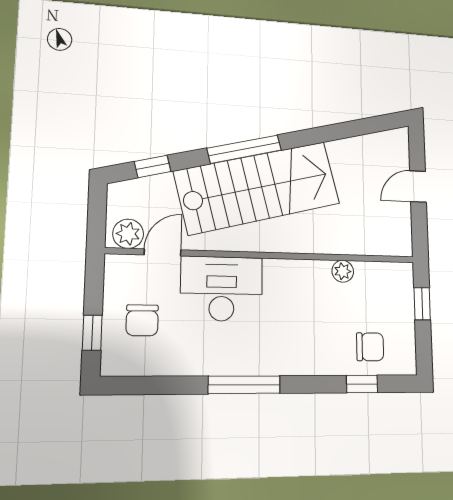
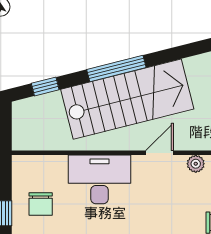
plant: (128, 234) -> (28, 139), removed
door: (163, 252) -> (159, 153), moved

